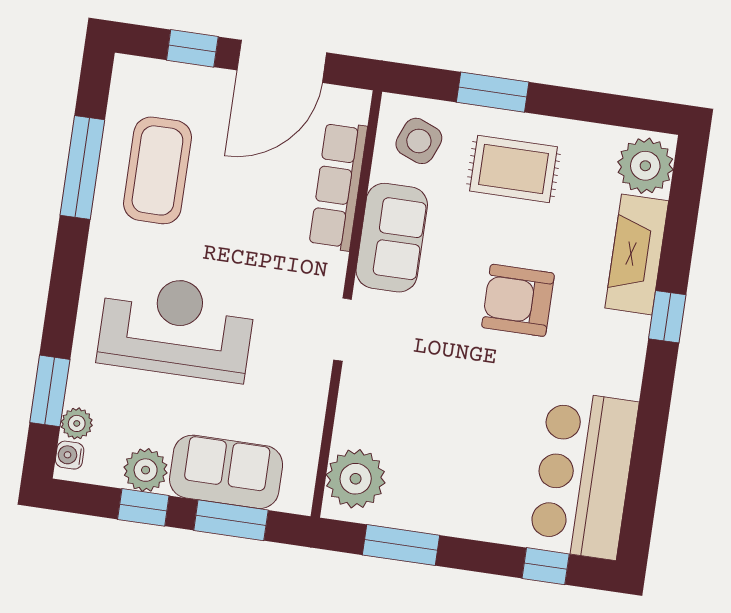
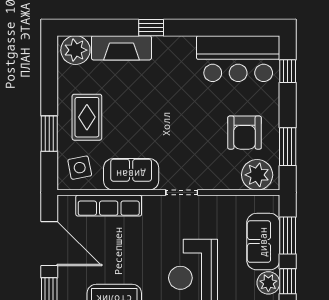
side table: (419, 141) -> (80, 168), turned -33
armchair: (518, 300) -> (245, 133), moved

